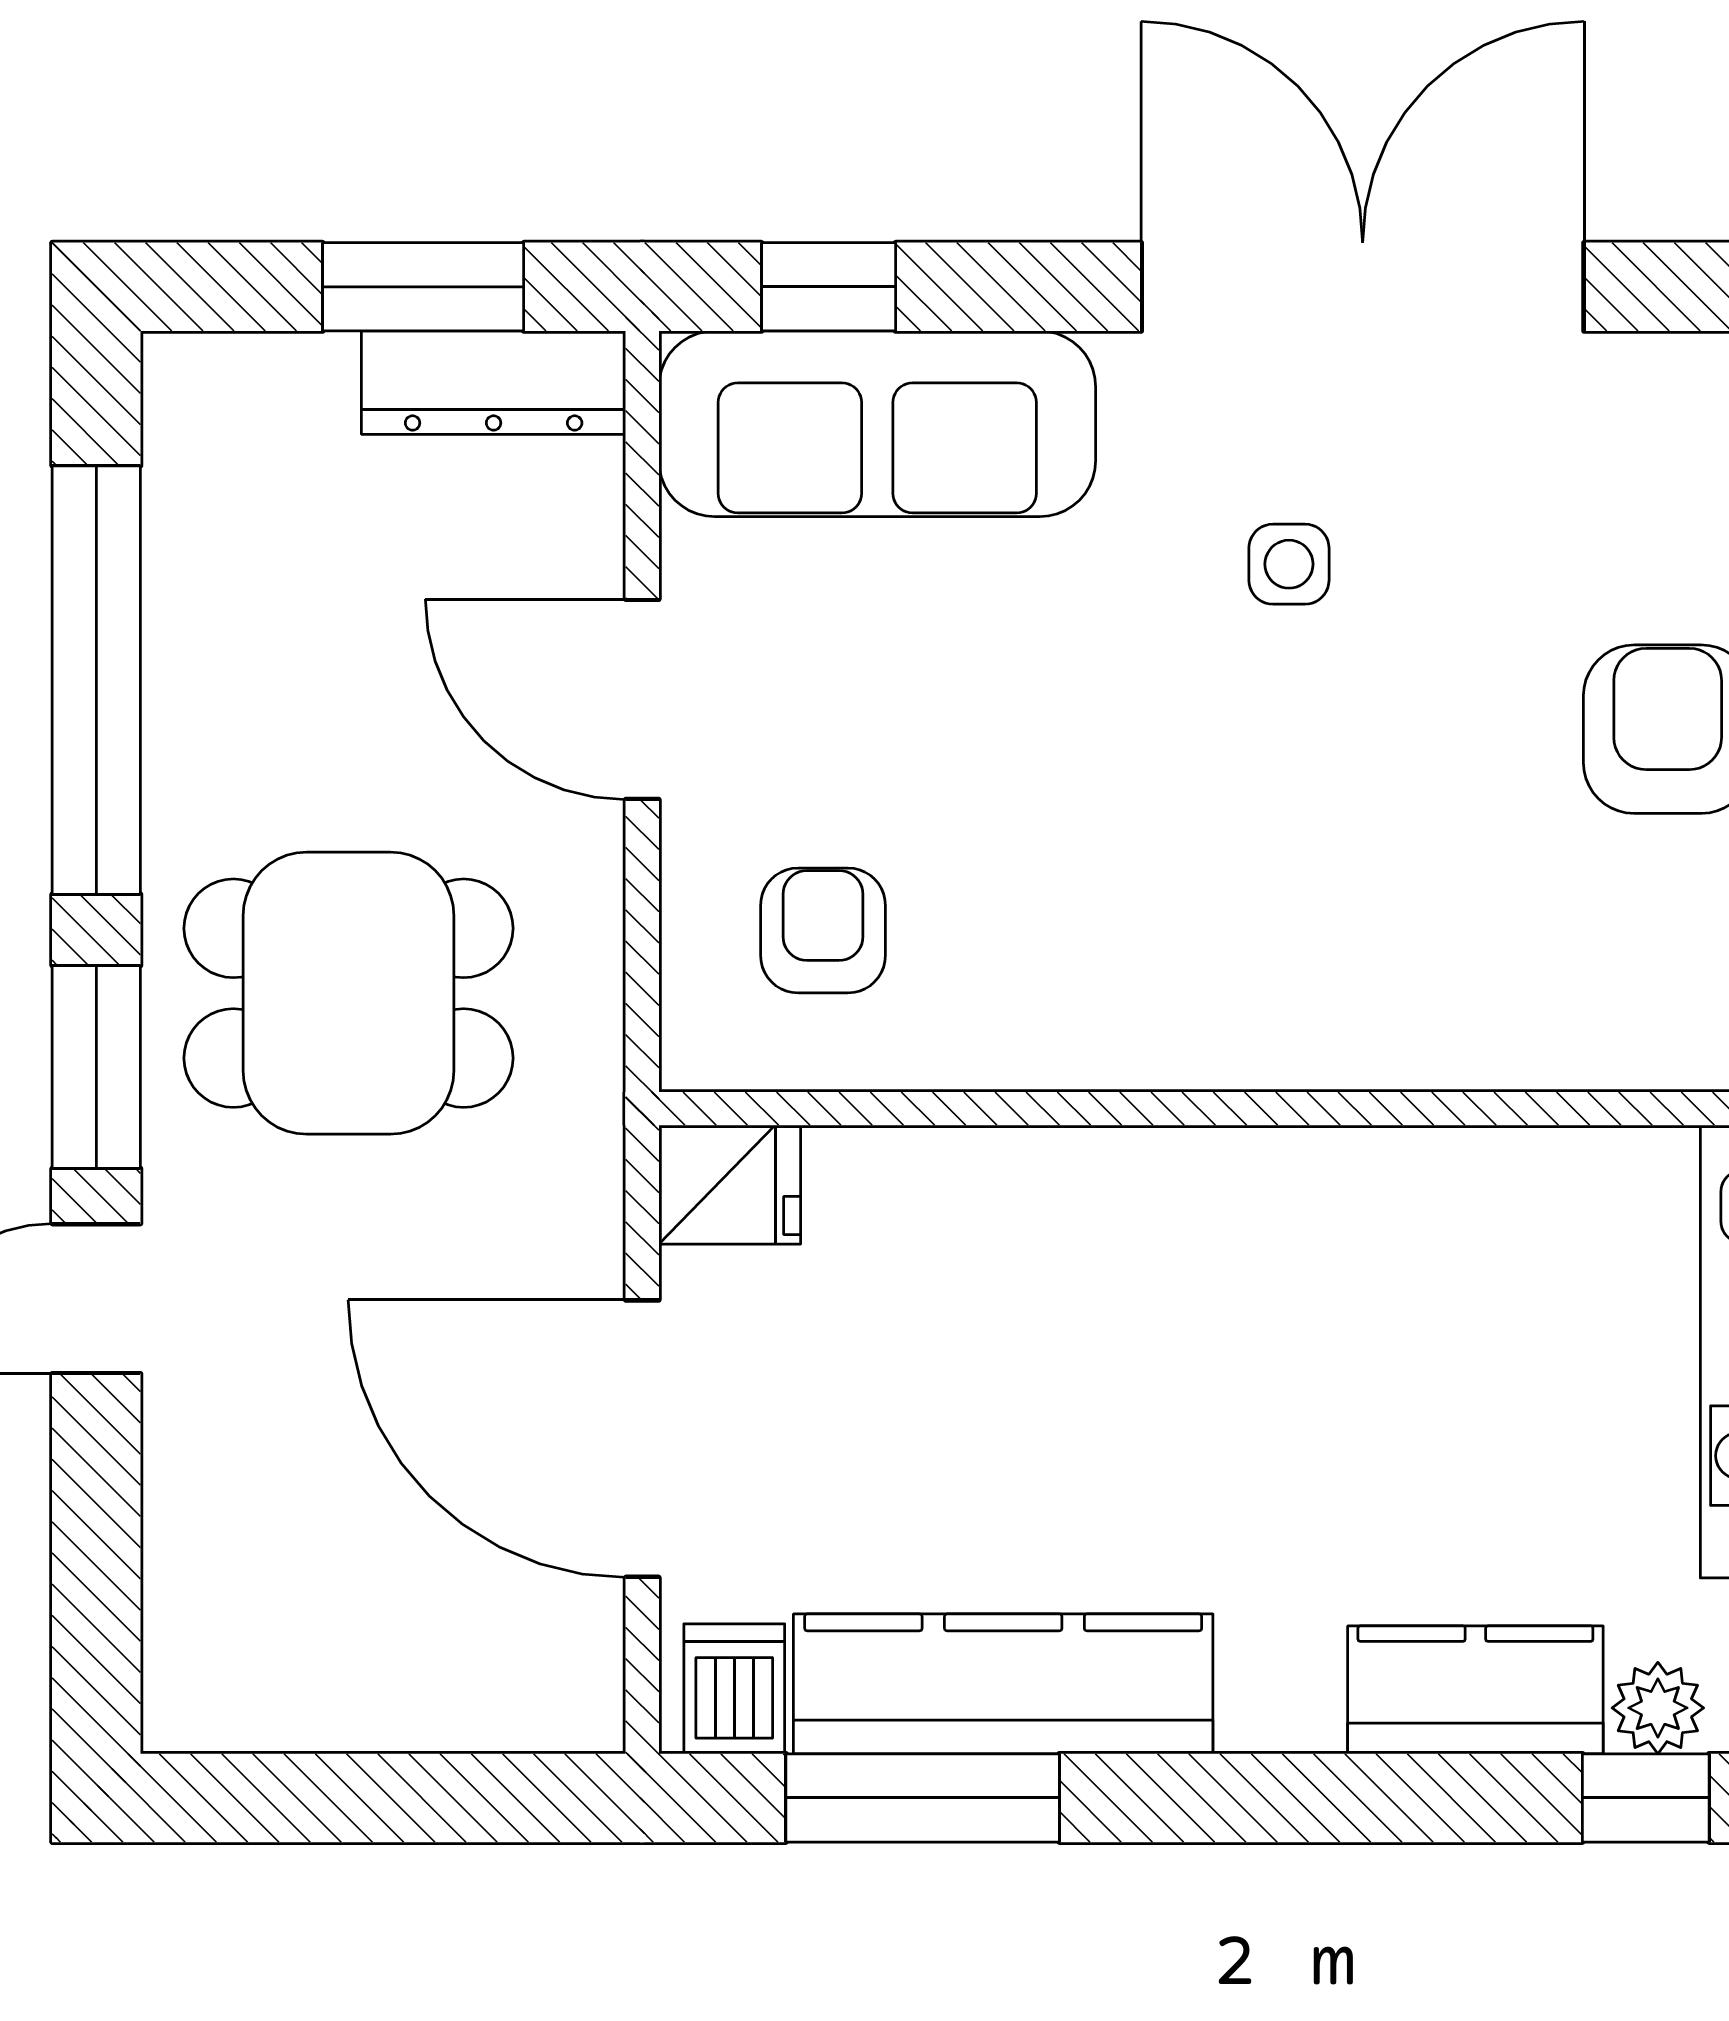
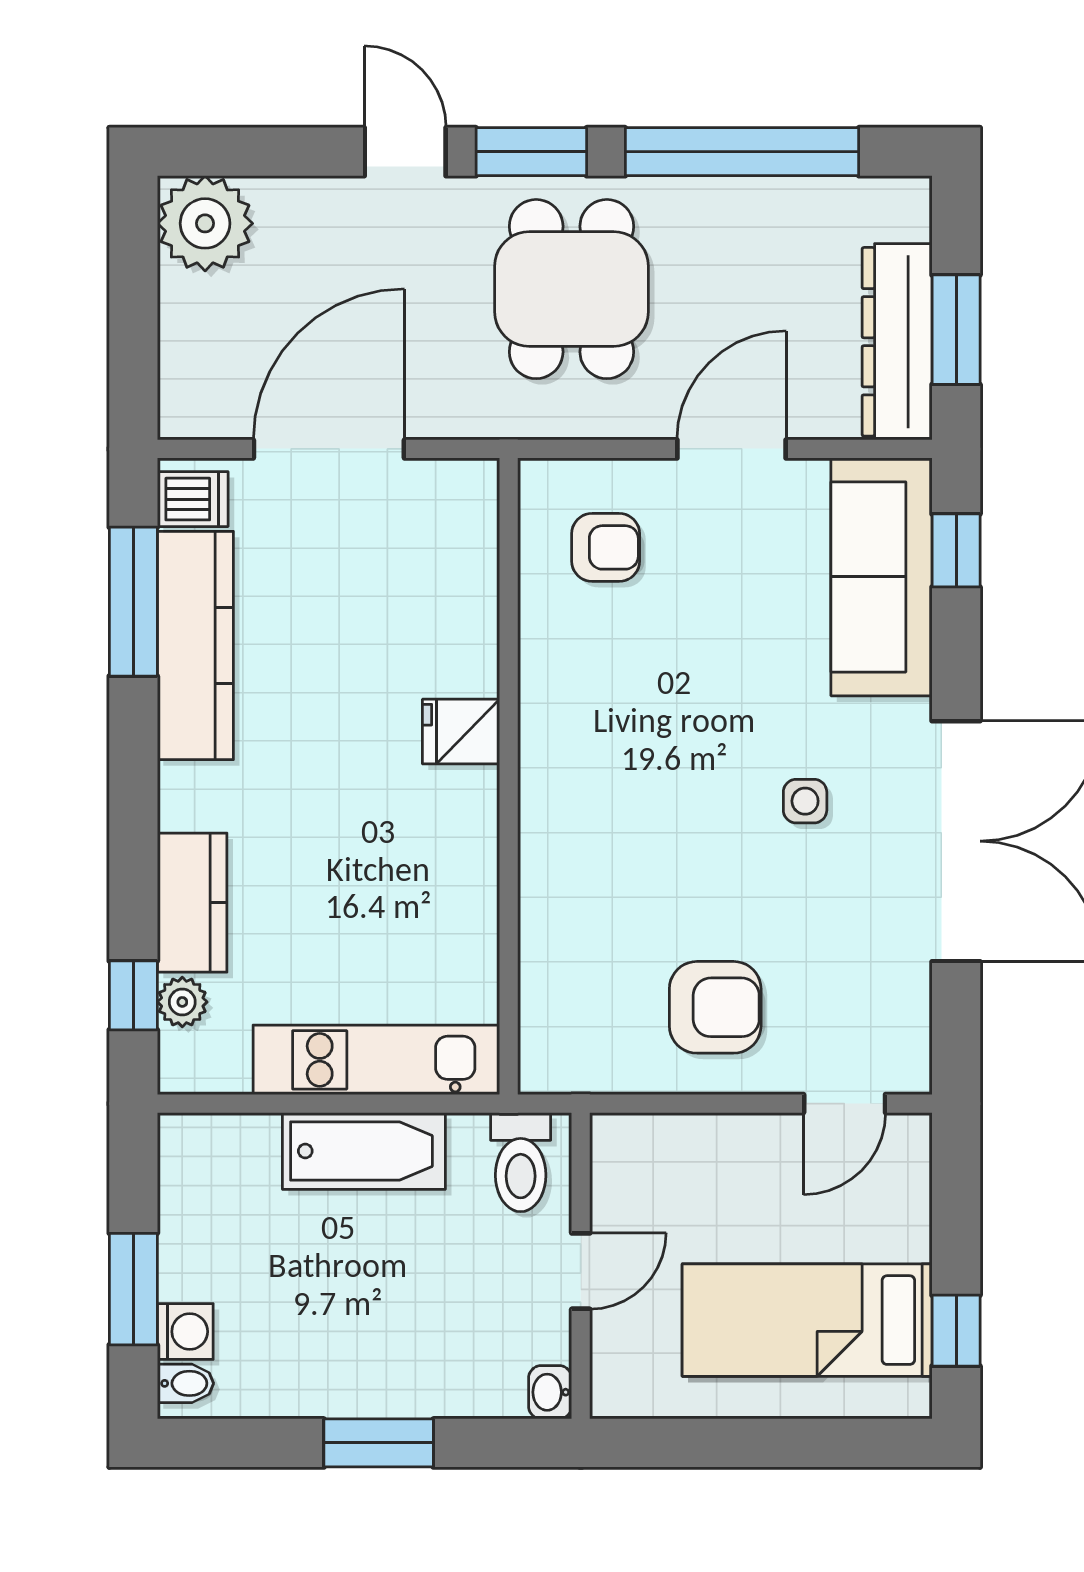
dresser: (494, 383) -> (897, 342), width x1.37, depth x1.24
fridge: (730, 1185) -> (461, 732), moved, turned 90
plant: (228, 1666) -> (205, 223), added

